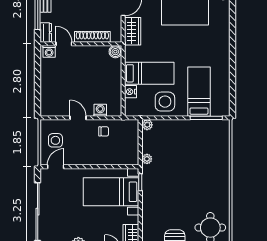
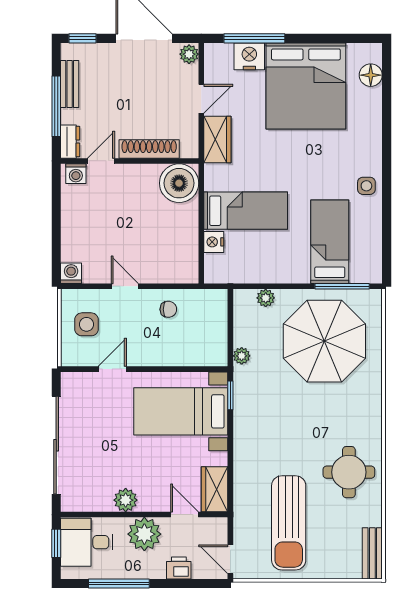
door: (64, 44) -> (101, 161), hinge flipped
boiler: (115, 52) -> (179, 183), width x1.86, depth x1.86
side table: (165, 102) -> (366, 186), moved, width x0.54, depth x0.54
washing machine: (100, 110) -> (71, 273), moved
plant: (147, 125) -> (266, 298), moved
parasol: (196, 150) -> (324, 341), added
door: (56, 167) -> (112, 369), moved

